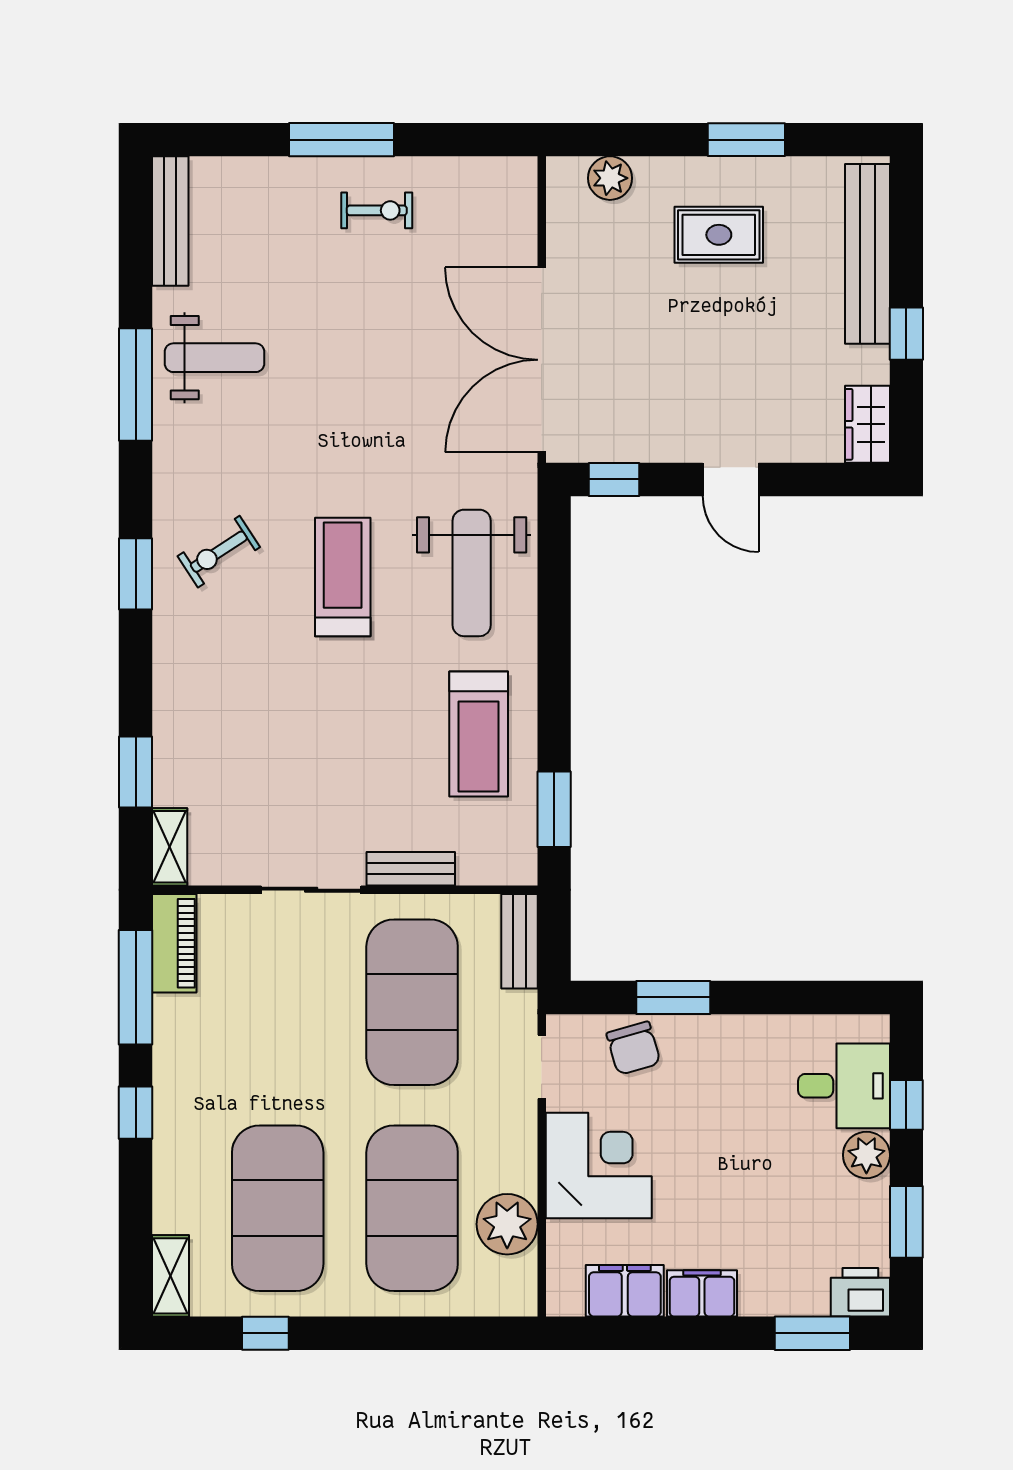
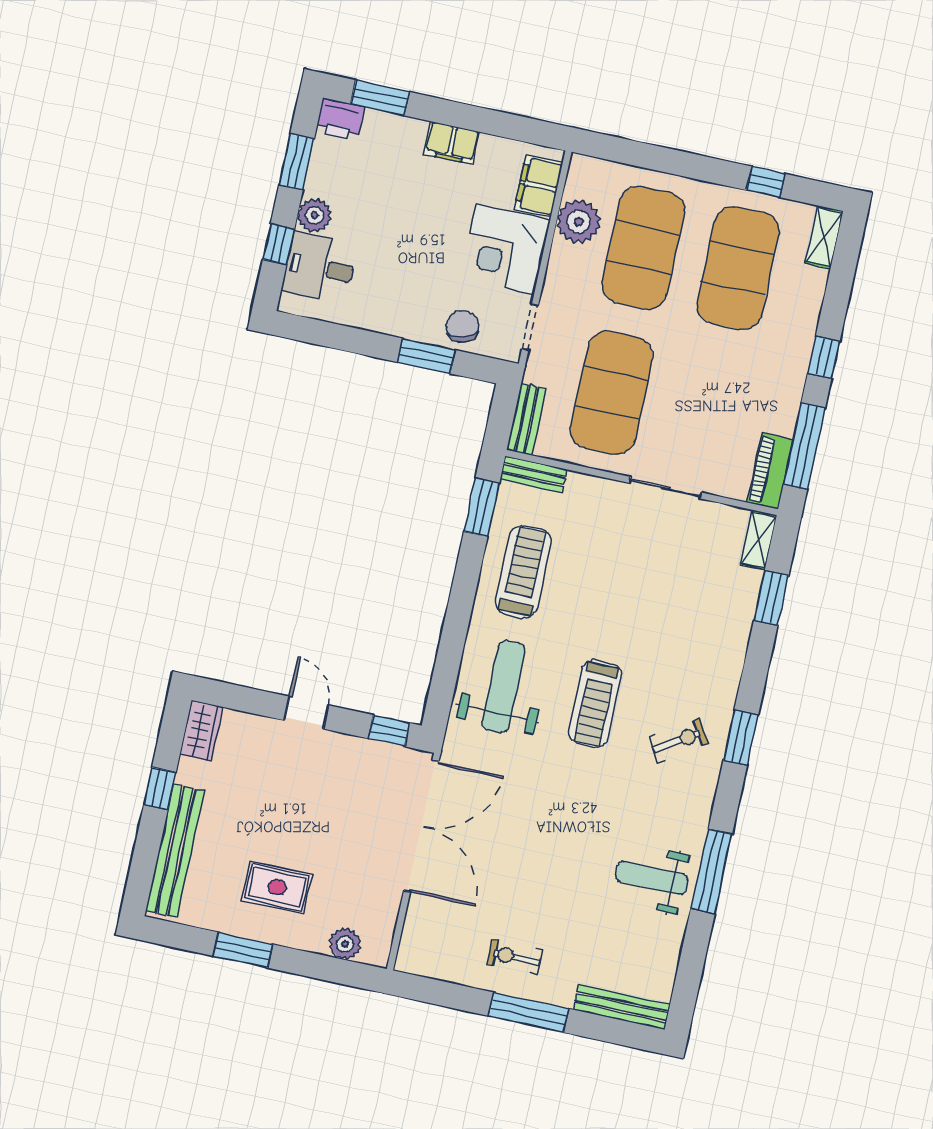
bench: (170, 221) -> (622, 1007), moved, turned 90
bench: (411, 869) -> (534, 475), moved
filing cabinet: (625, 1291) -> (539, 186), moved, turned 90

